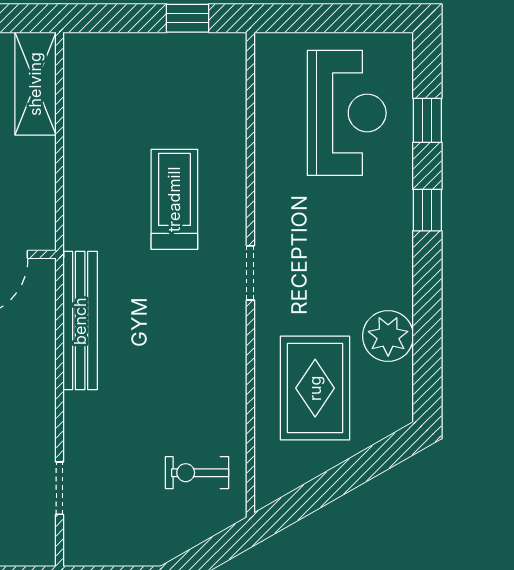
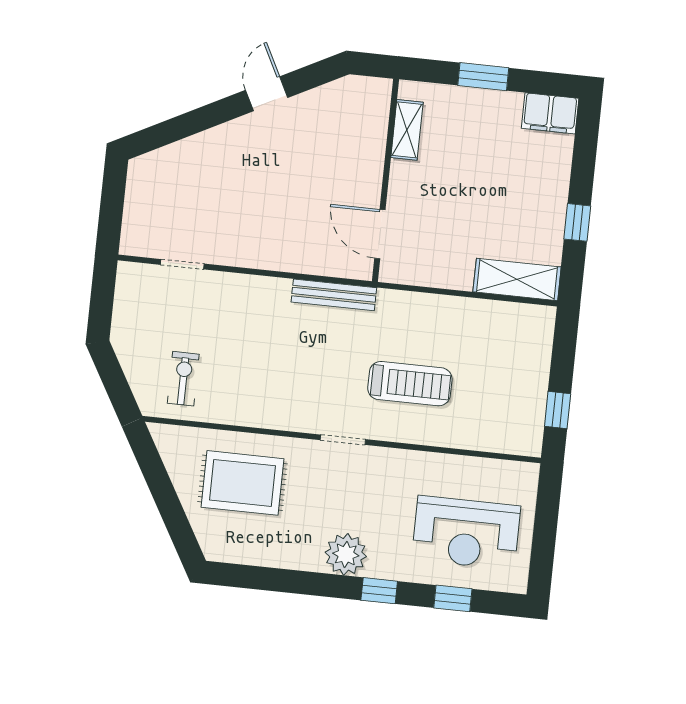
bench: (80, 321) -> (334, 295), width x0.73, depth x0.82
plant: (388, 336) -> (346, 554), moved

